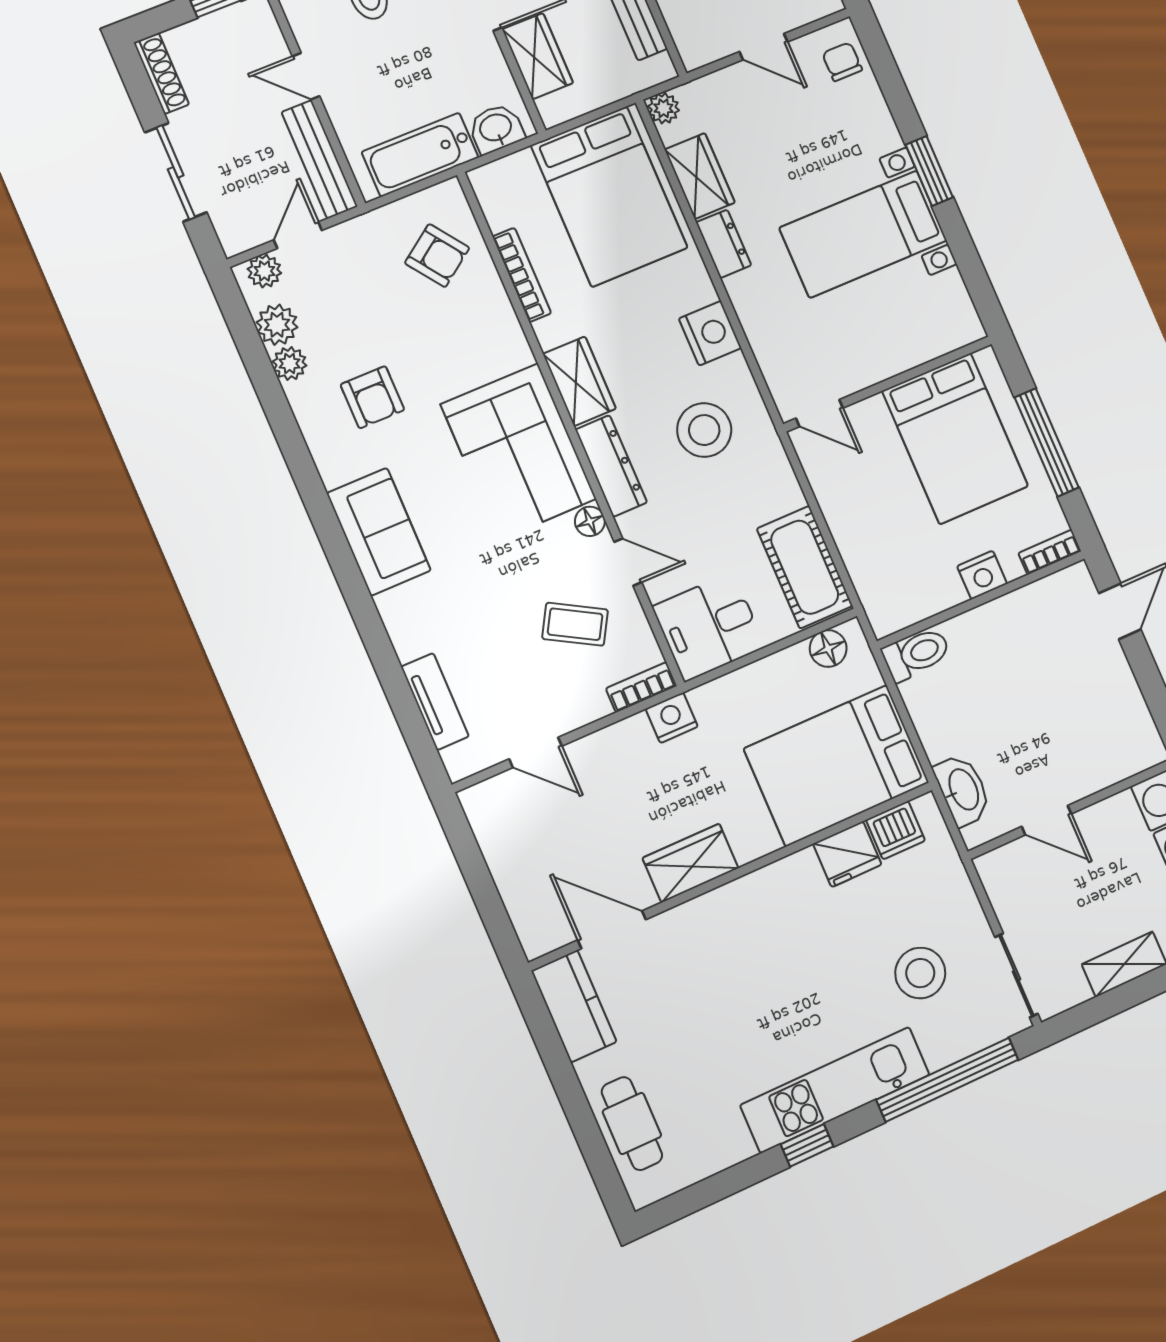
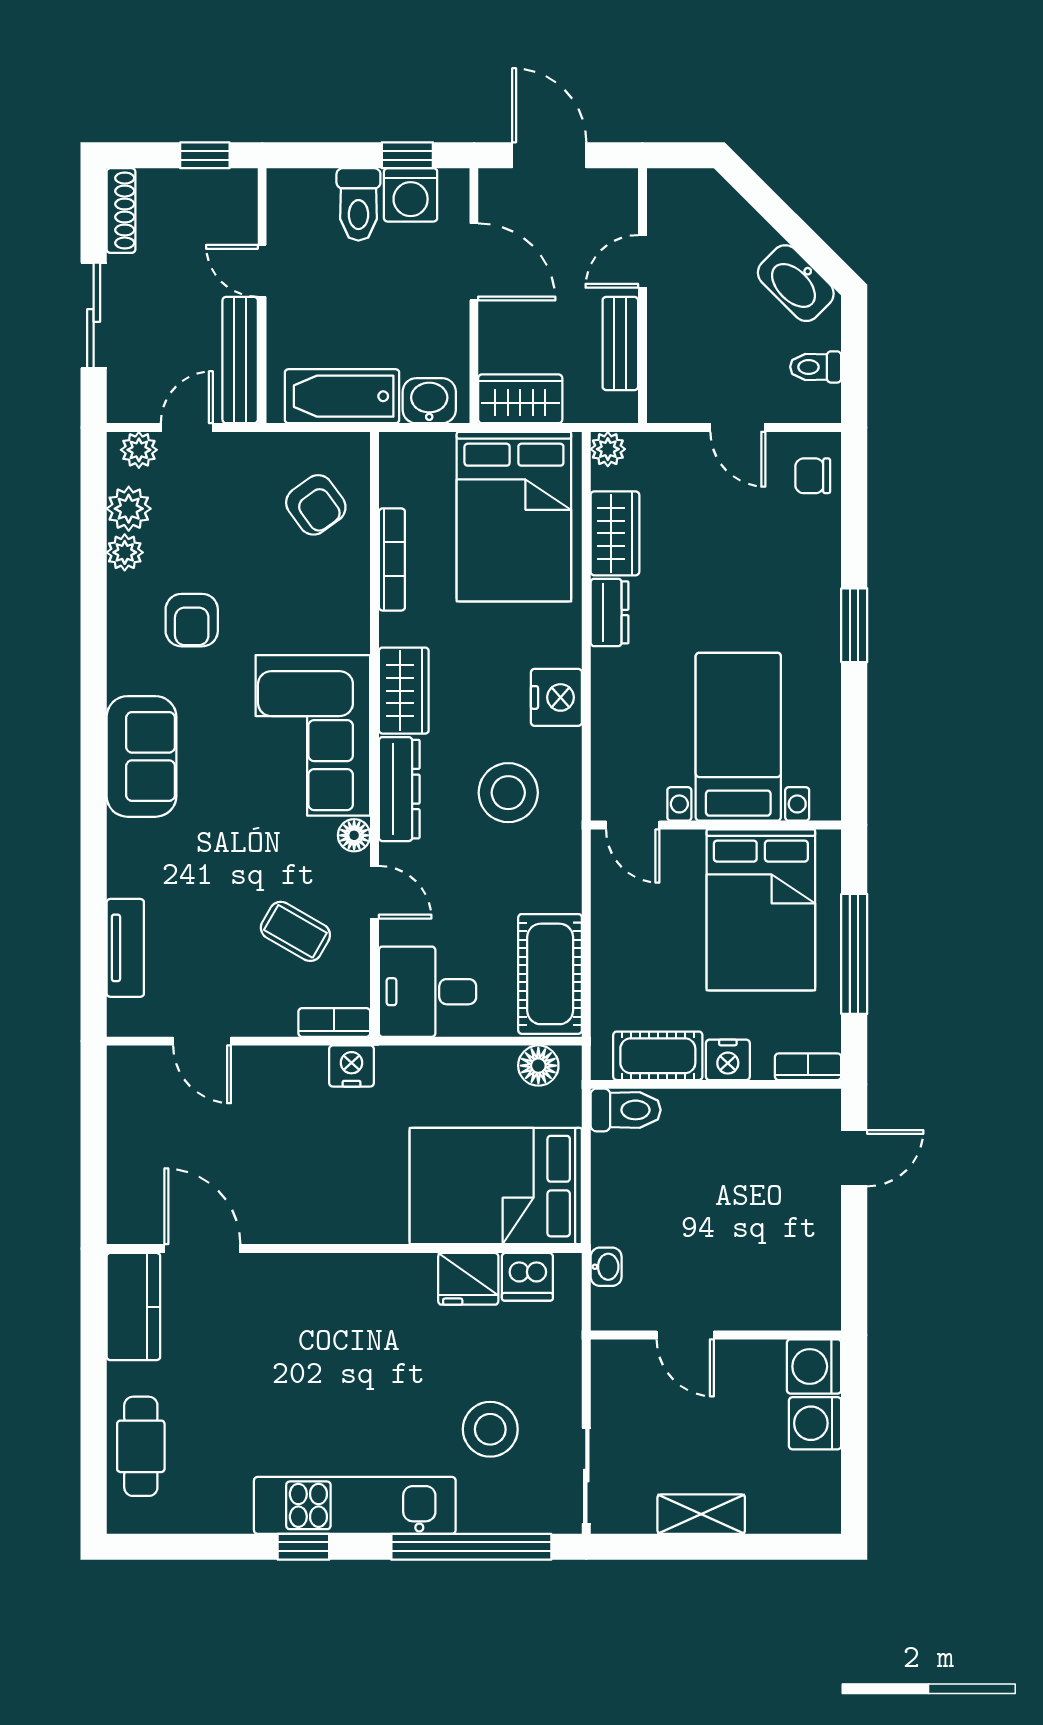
wardrobe: (538, 56) -> (520, 399), moved, turned -90
chair: (842, 62) -> (813, 476), turned -90
bed with nightstands: (863, 234) -> (738, 737), moved, turned 90
cot: (923, 597) -> (658, 1056), added
washbasin: (963, 790) -> (606, 1267), width x0.52, depth x0.69
wardrobe: (690, 863) -> (308, 1218), removed

